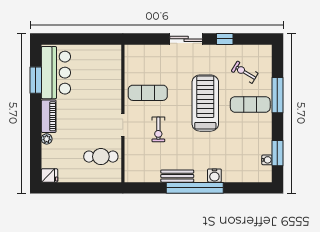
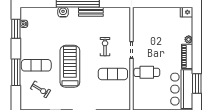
treadmill: (205, 103) -> (70, 66), turned 180
cafe table: (101, 157) -> (147, 72), moved

